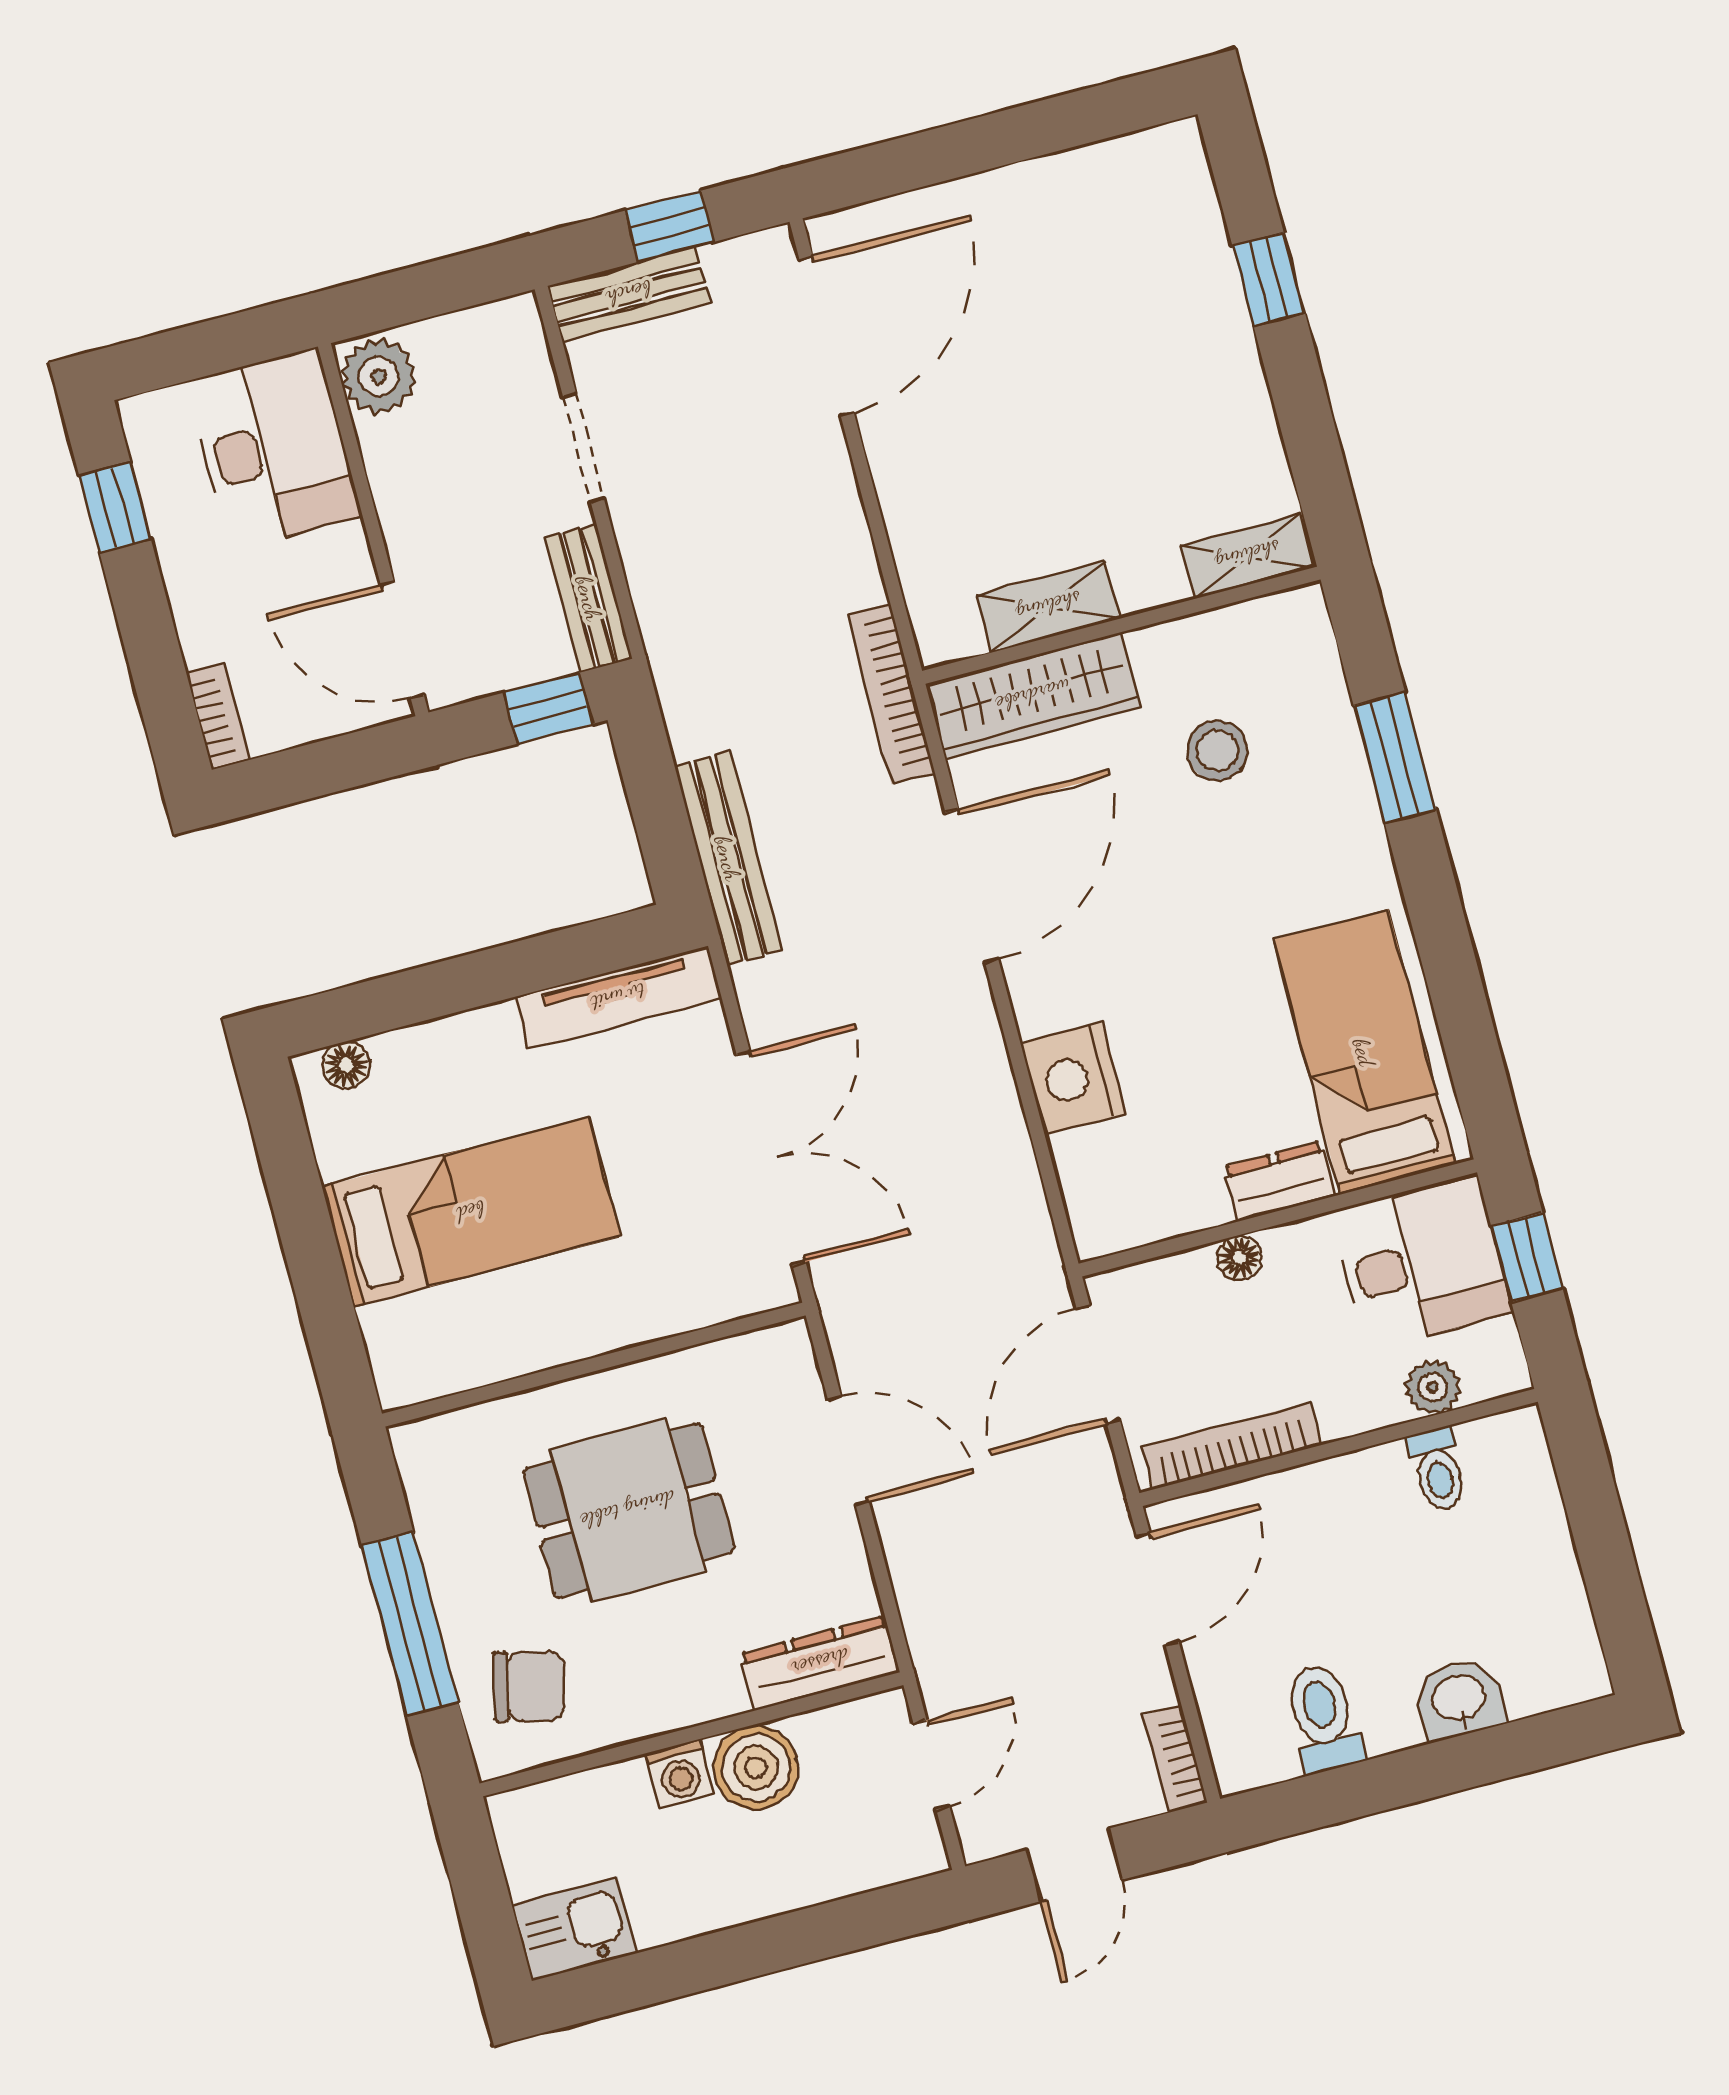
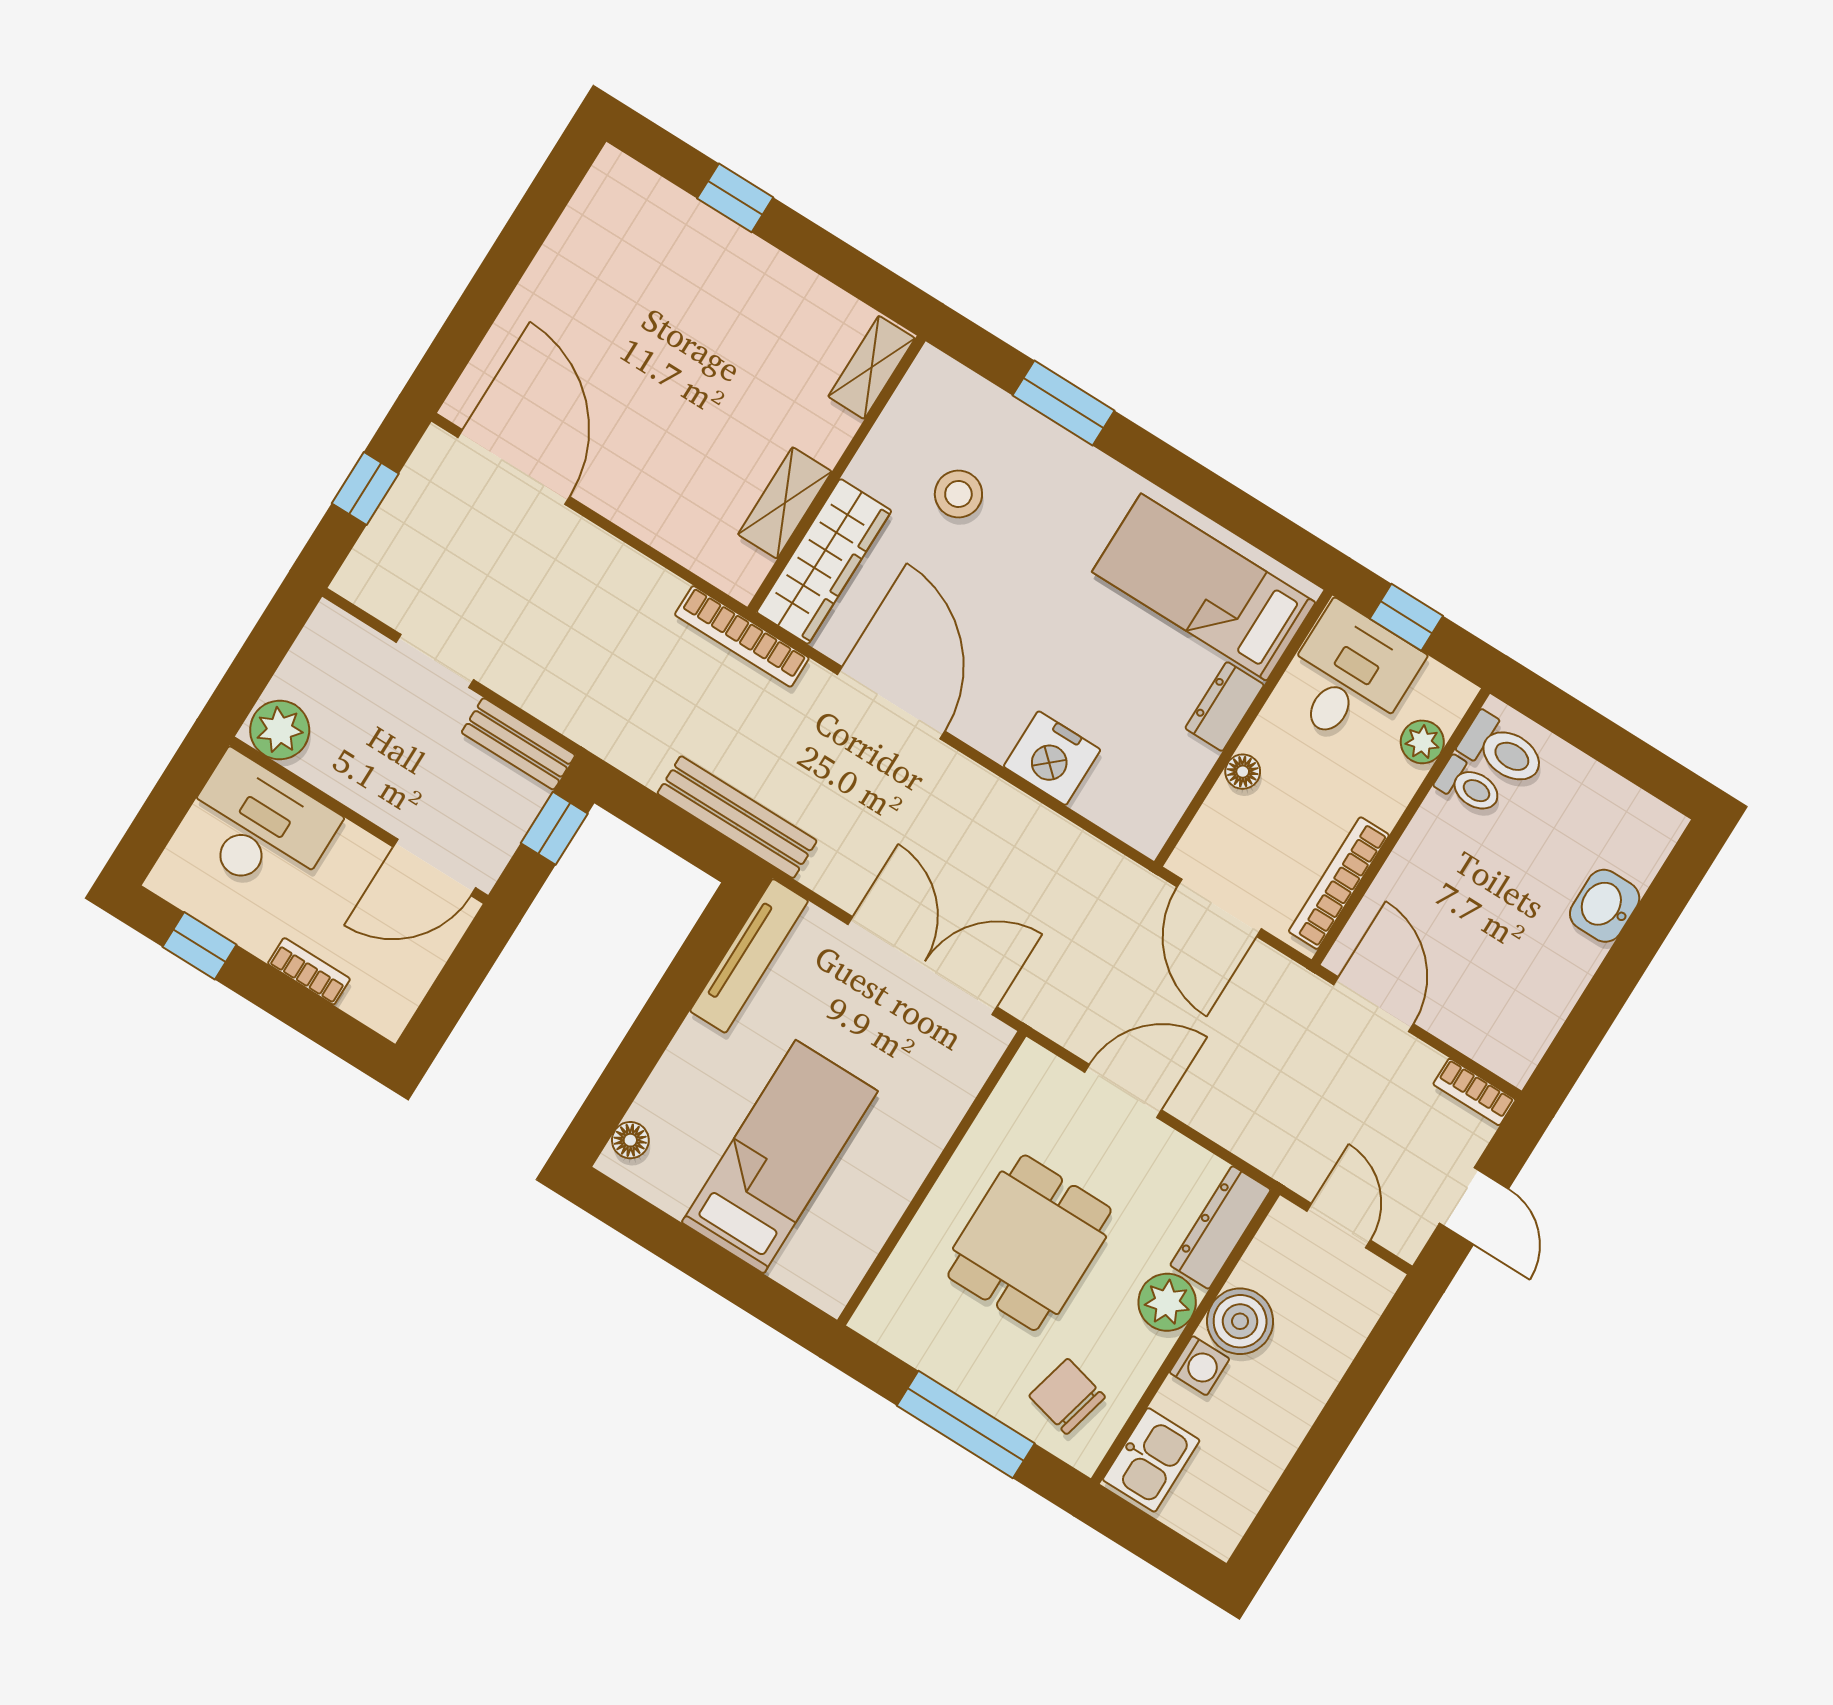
bench: (629, 294) -> (378, 549), removed
bookcase: (218, 716) -> (309, 971), moved
chair: (529, 1686) -> (1067, 1396), turned -90
plant: (705, 1686) -> (1167, 1302), added
toilet: (1323, 1718) -> (1502, 750), moved, turned 180
kitchen sink: (574, 1929) -> (1151, 1460), moved, turned 180

